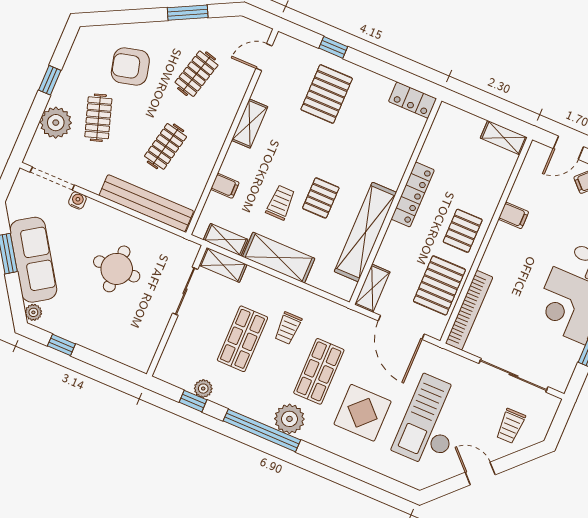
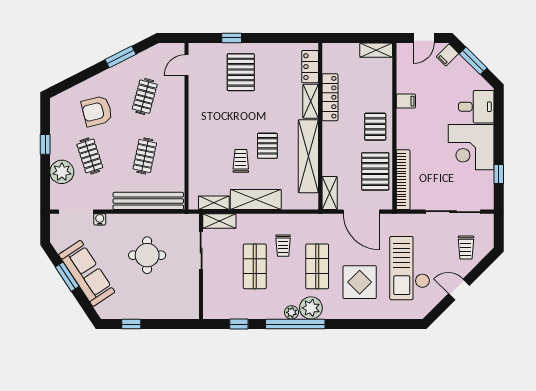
locker: (413, 100) -> (310, 67), moved, turned 90
shelving: (250, 124) -> (311, 101), moved
filing cabinet: (225, 186) -> (197, 166), removed
locker: (413, 194) -> (330, 97), moved
plant: (33, 312) -> (102, 310), removed
plant: (203, 389) -> (292, 312), moved

